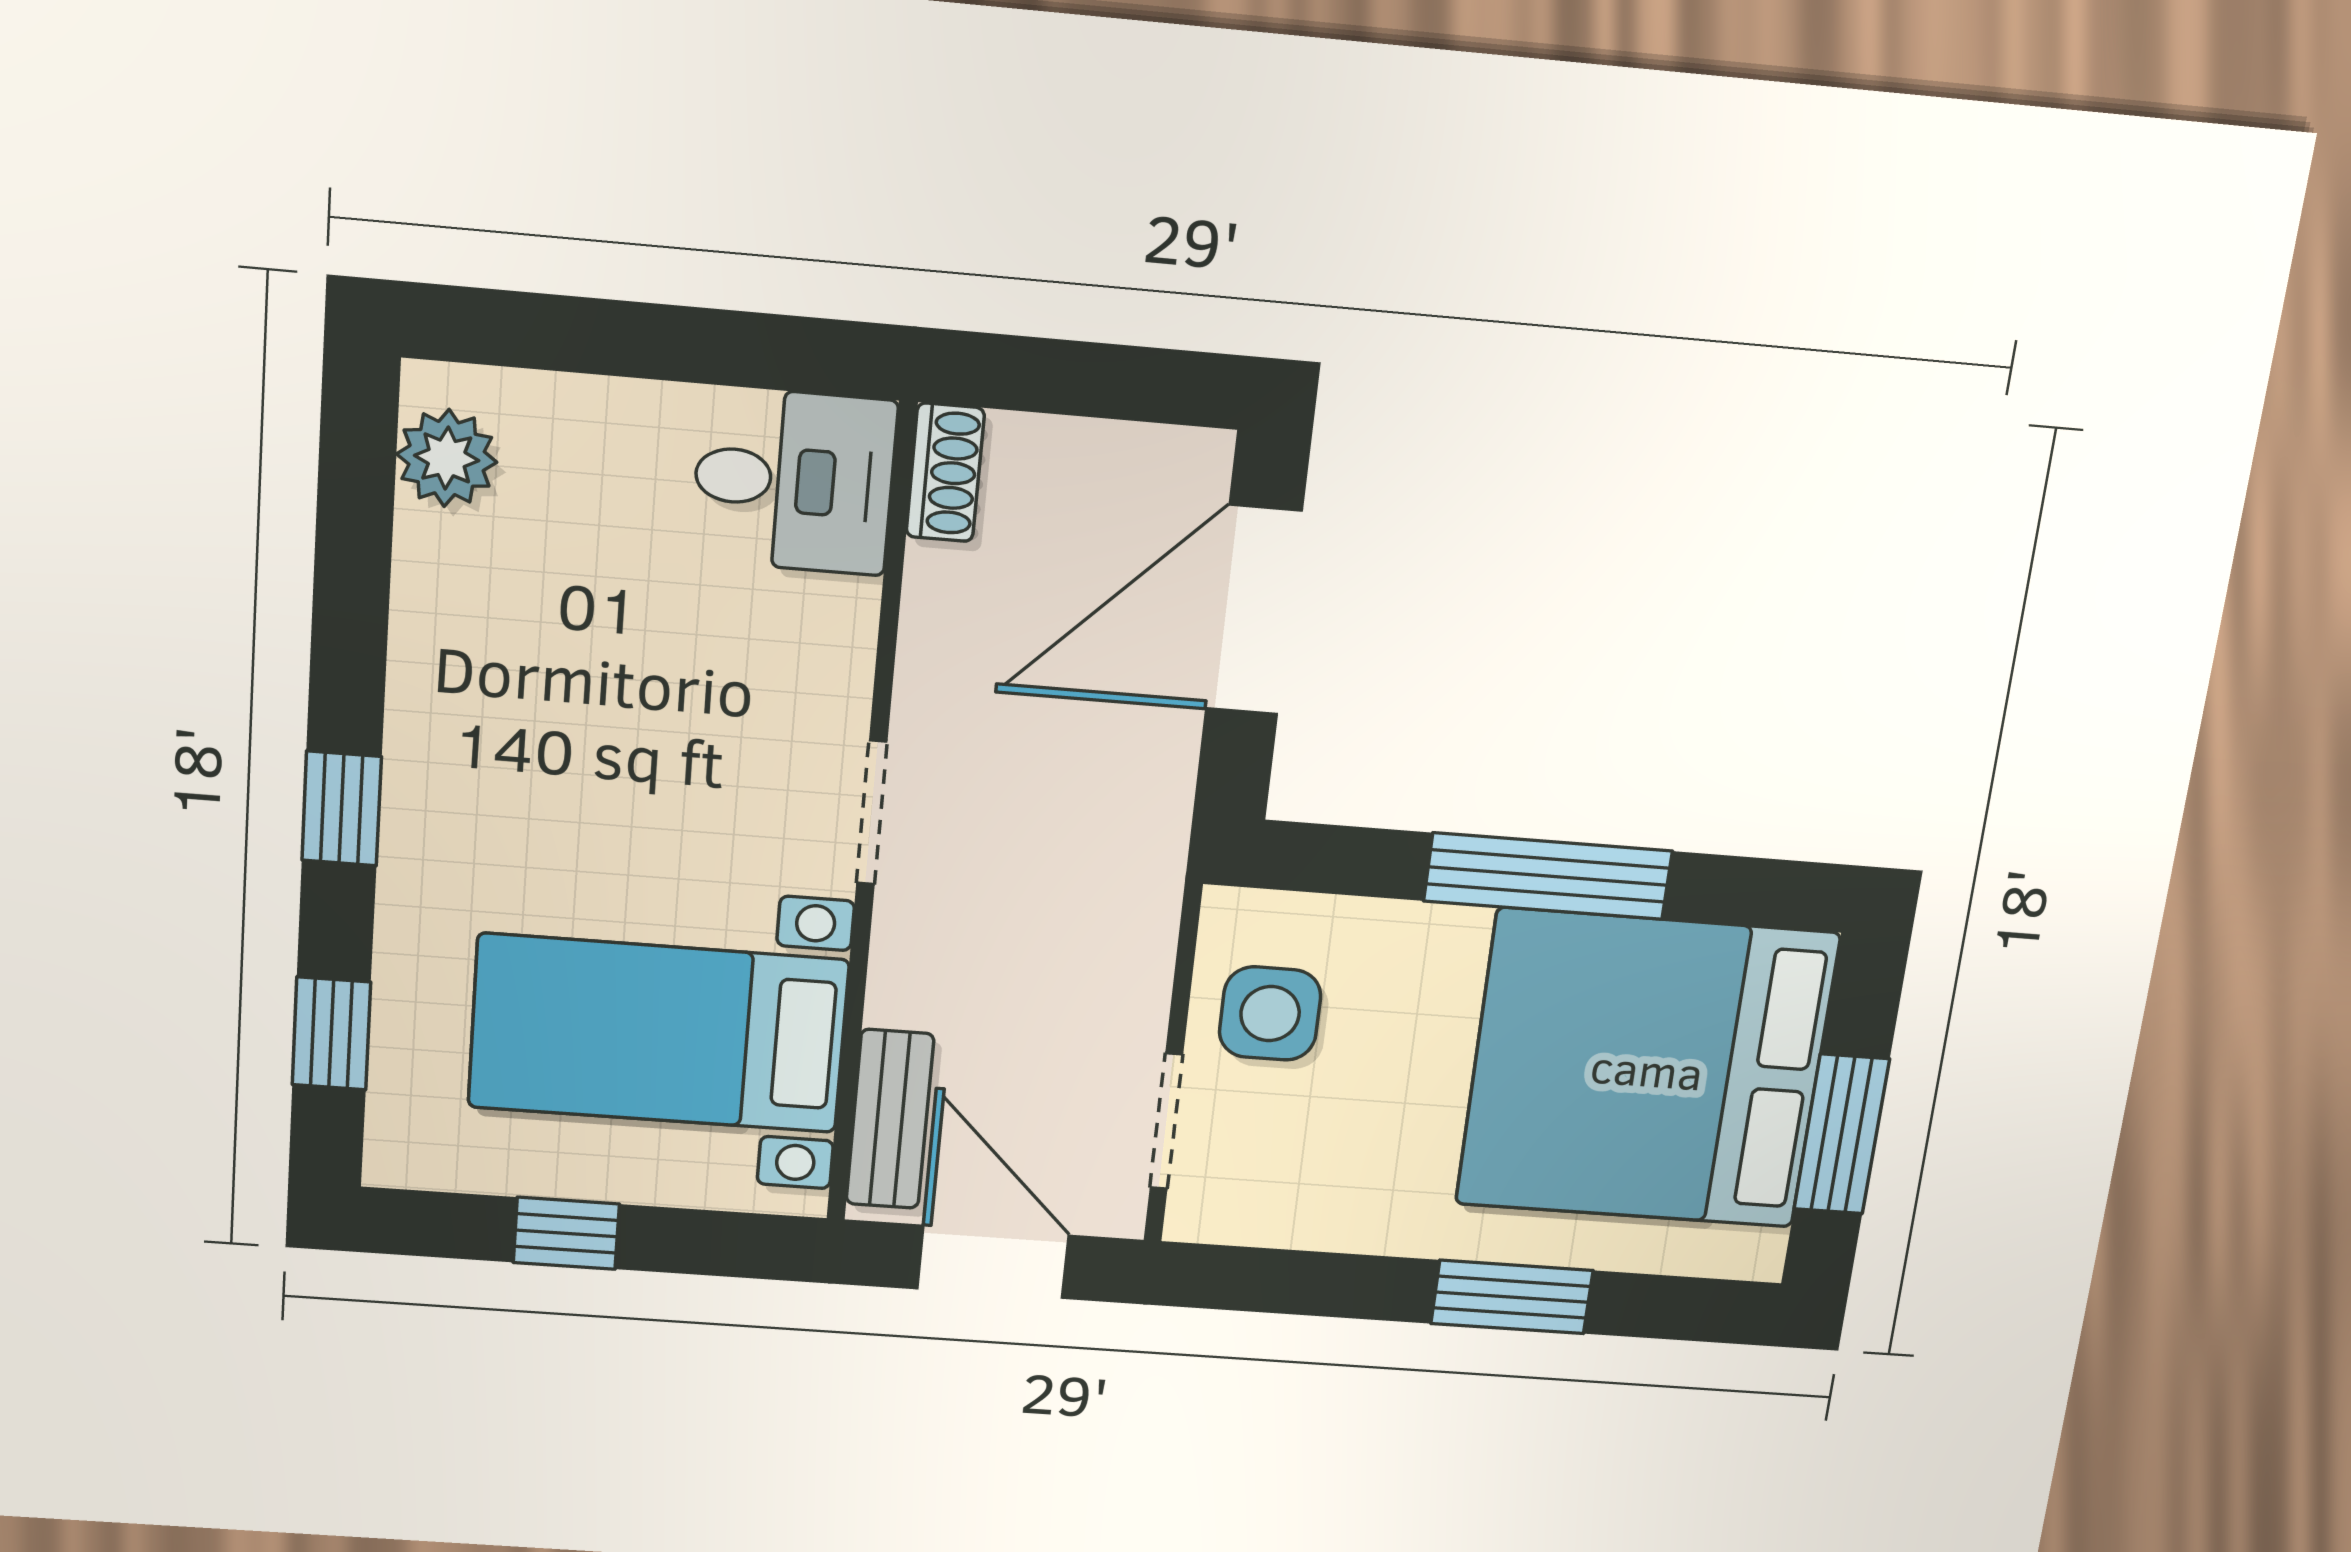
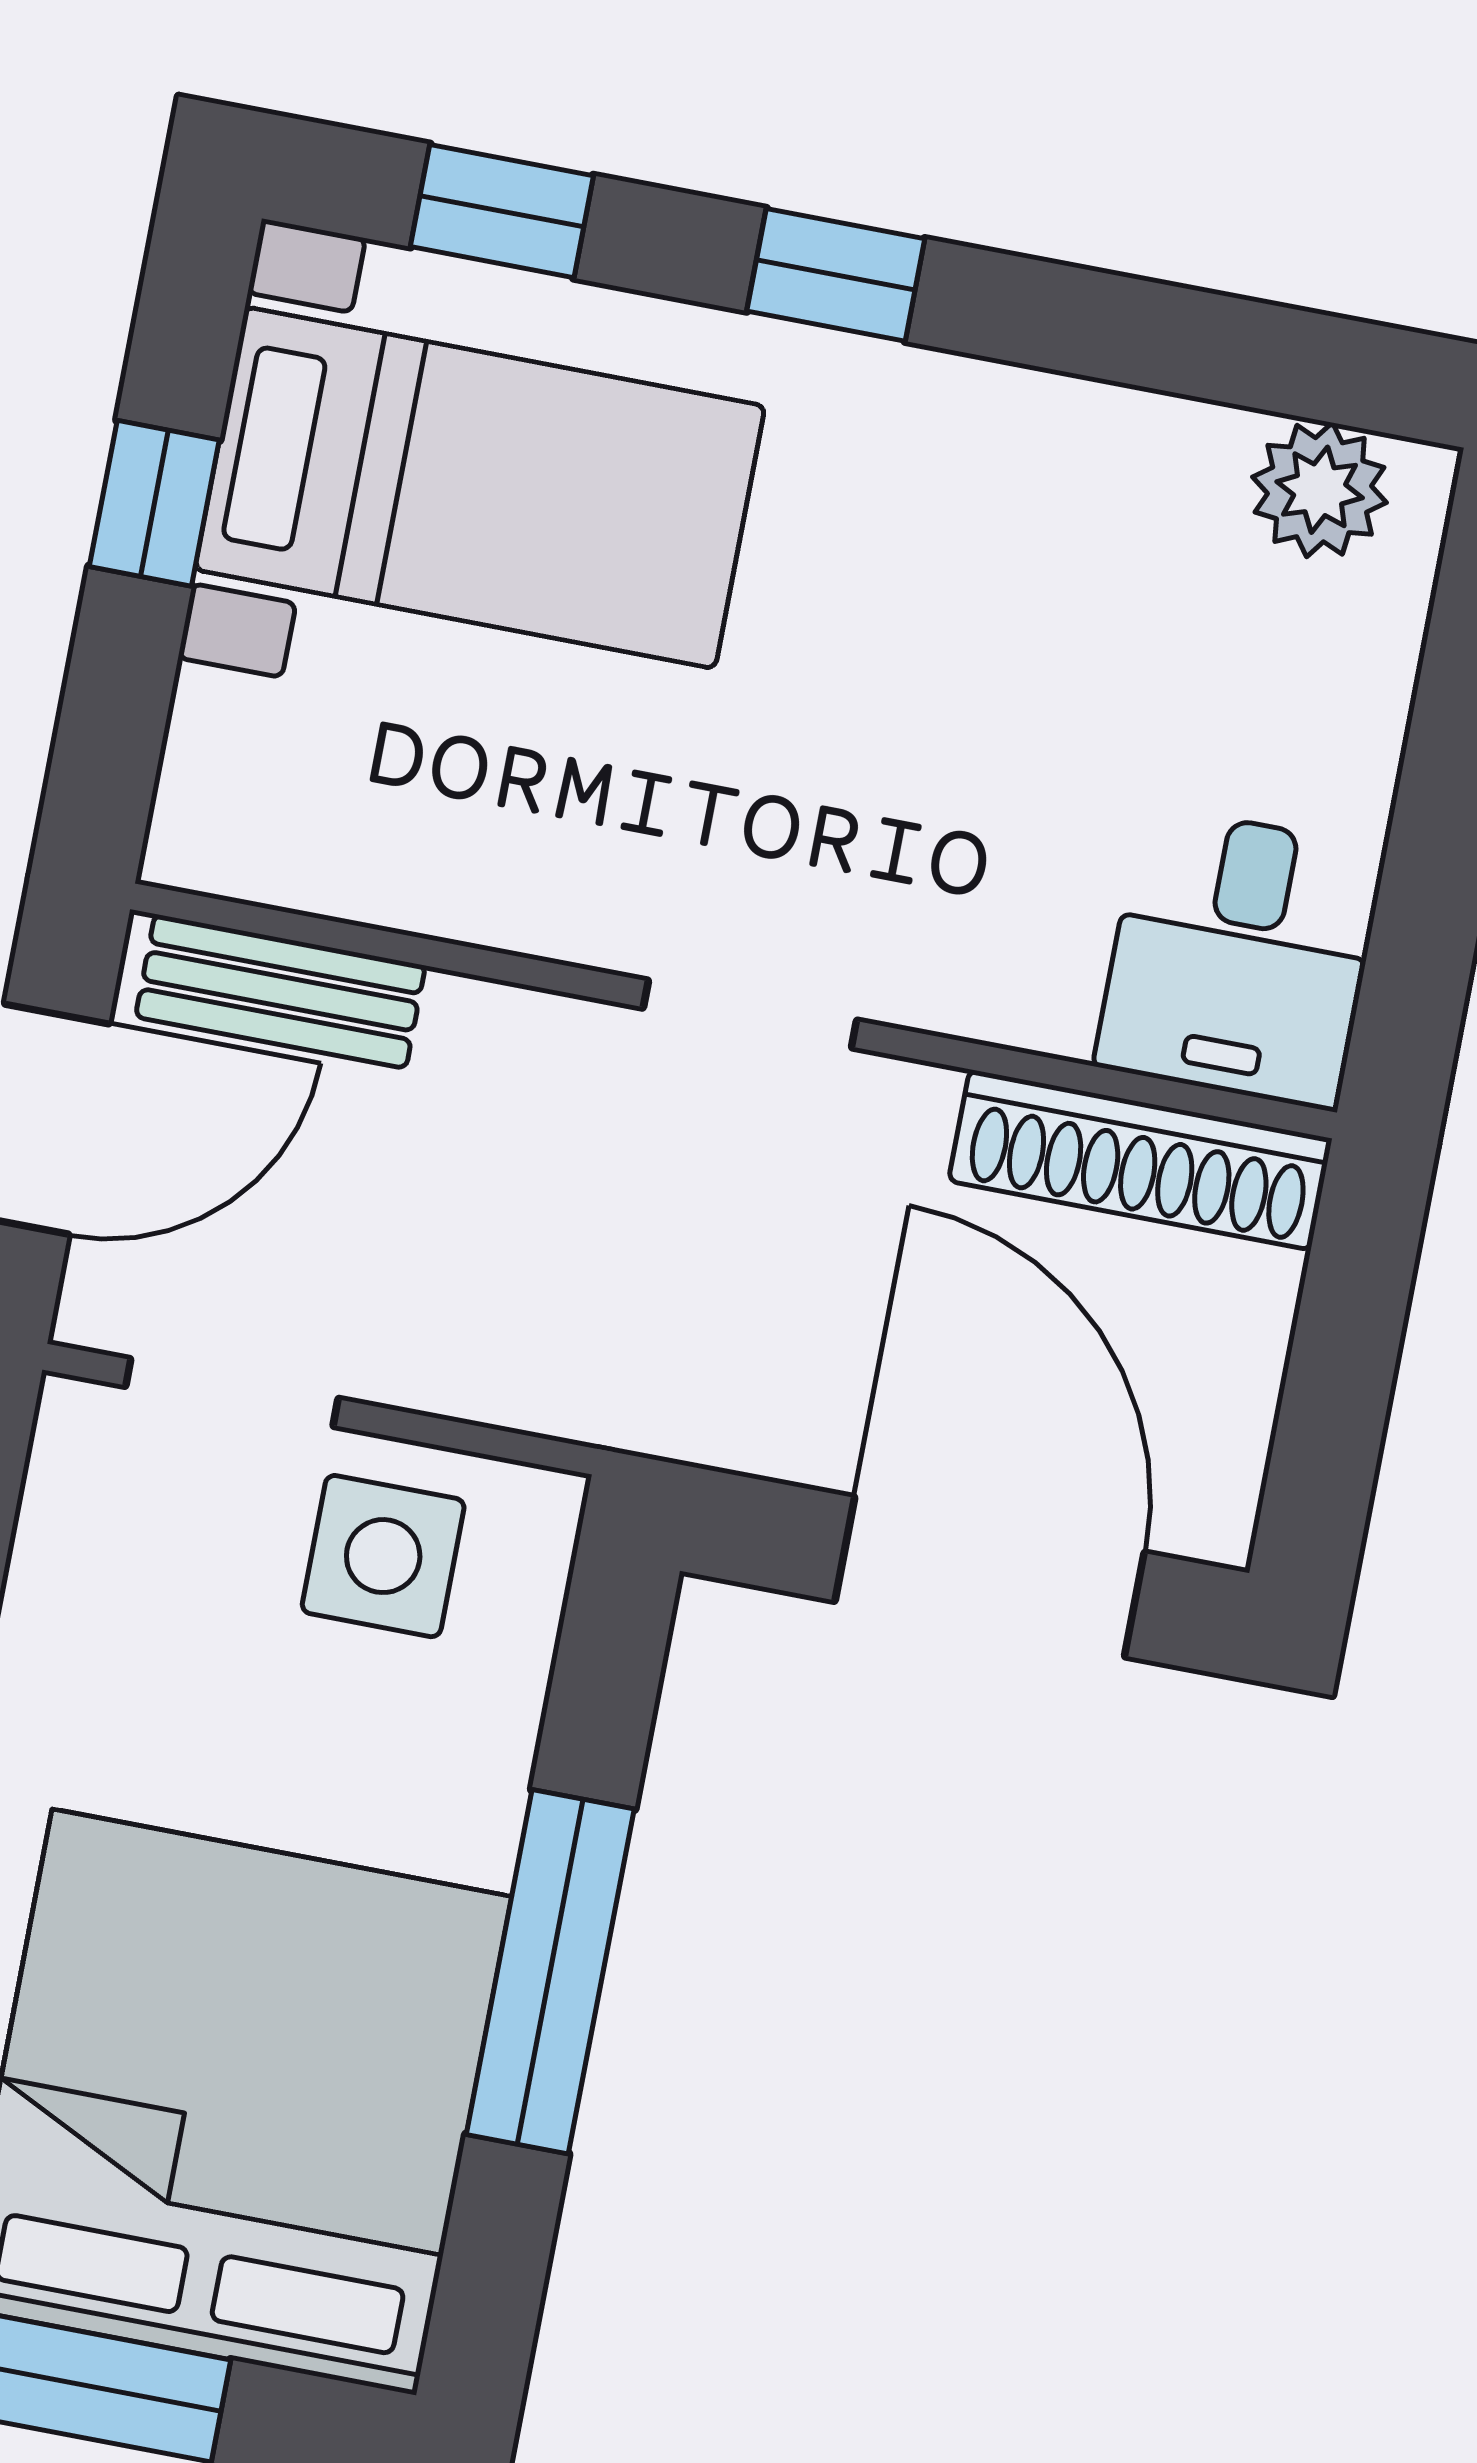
shoe rack: (945, 473) -> (1140, 1160), width x1.94, depth x1.24
bed with nightstands: (658, 1033) -> (480, 488), moved, turned 90

